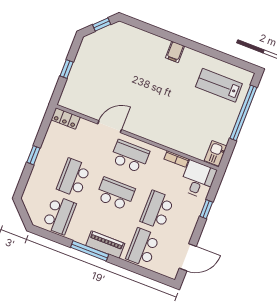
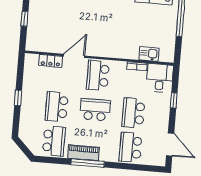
locker: (66, 118) -> (51, 61), moved
kitchen sink: (216, 153) -> (149, 54), moved, turned 90
school desk: (130, 156) -> (98, 75), turned -90
piano: (105, 245) -> (84, 153), moved
door: (188, 257) -> (170, 144), hinge flipped

